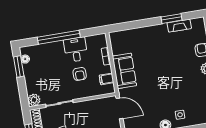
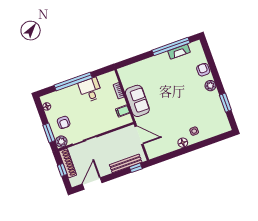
window: (171, 19) -> (171, 46), width x2.11
window: (19, 66) -> (49, 133), moved
armchair: (80, 74) -> (64, 122), moved

